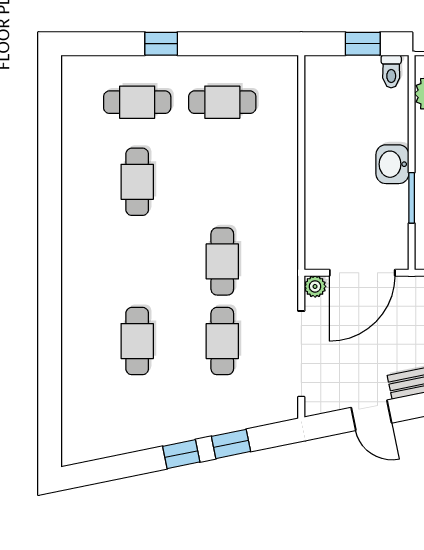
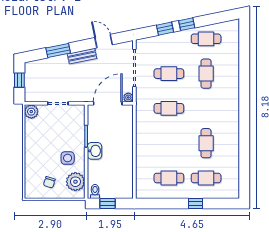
cafe table: (222, 261) -> (169, 108), turned 90
cafe table: (222, 341) -> (169, 74), turned 90
cafe table: (137, 421) -> (206, 39), added

